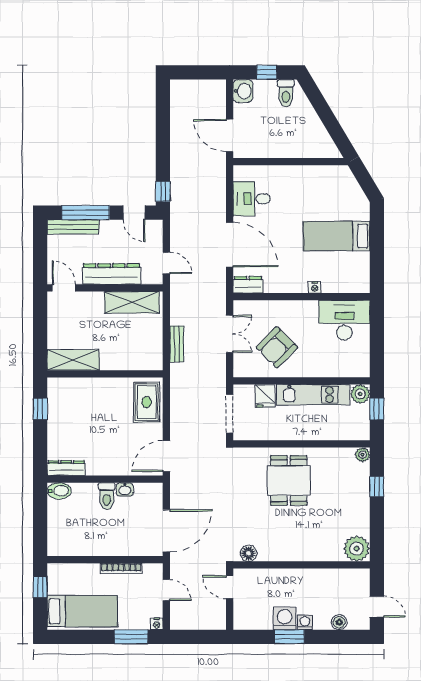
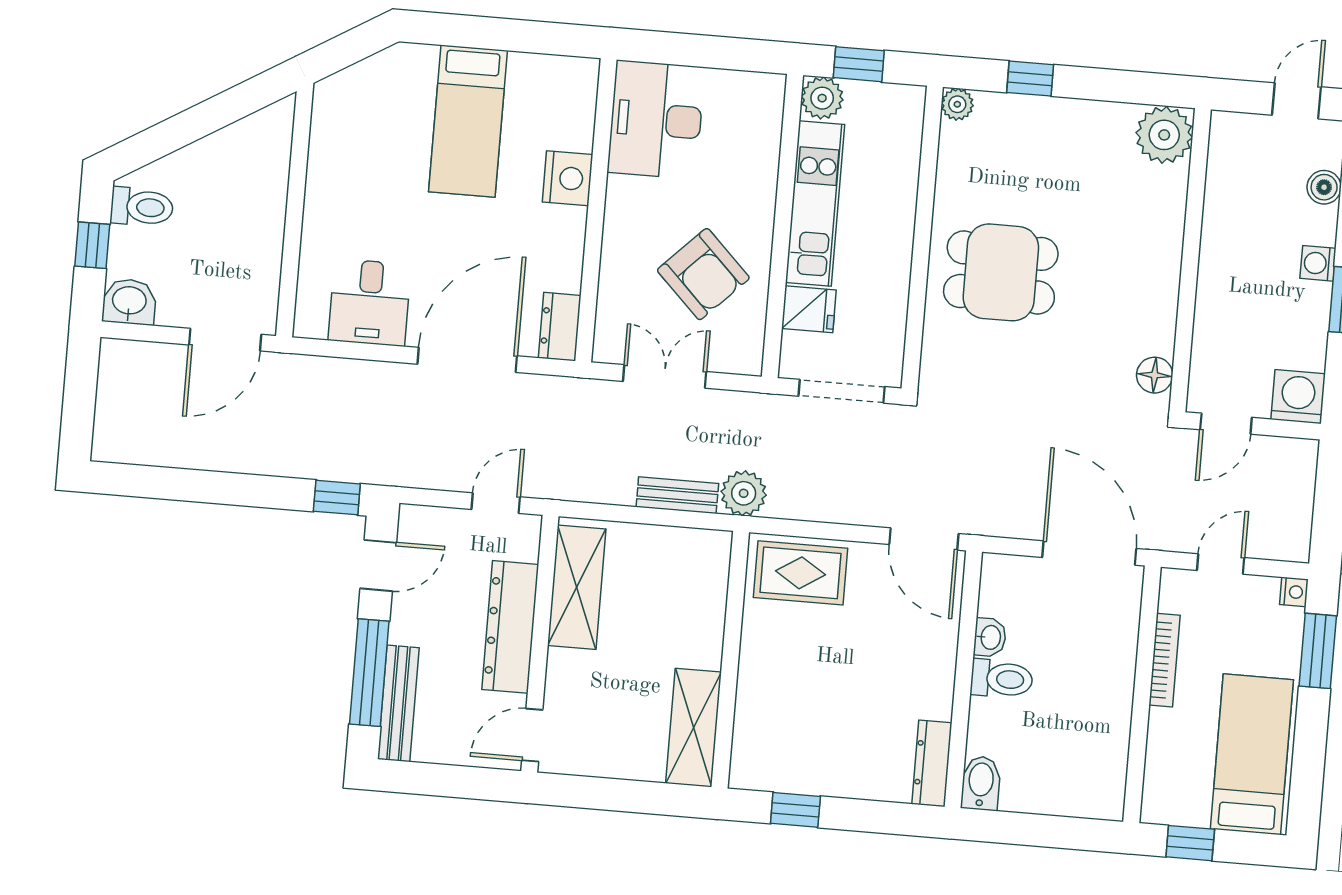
nightstand: (315, 287) -> (568, 178), width x1.89, depth x1.79
plant: (180, 374) -> (744, 493), added
washing machine: (285, 618) -> (1298, 397), moved, turned 90

